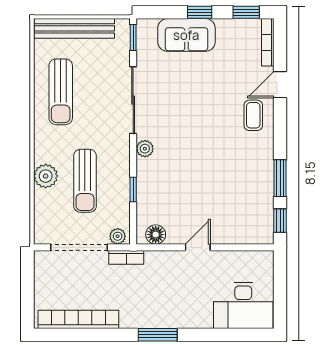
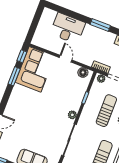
coffee table: (253, 115) -> (15, 111), removed
corner sofa: (246, 206) -> (35, 69), added
door: (198, 247) -> (66, 59), swing flipped
desk: (243, 305) -> (68, 28), moved

